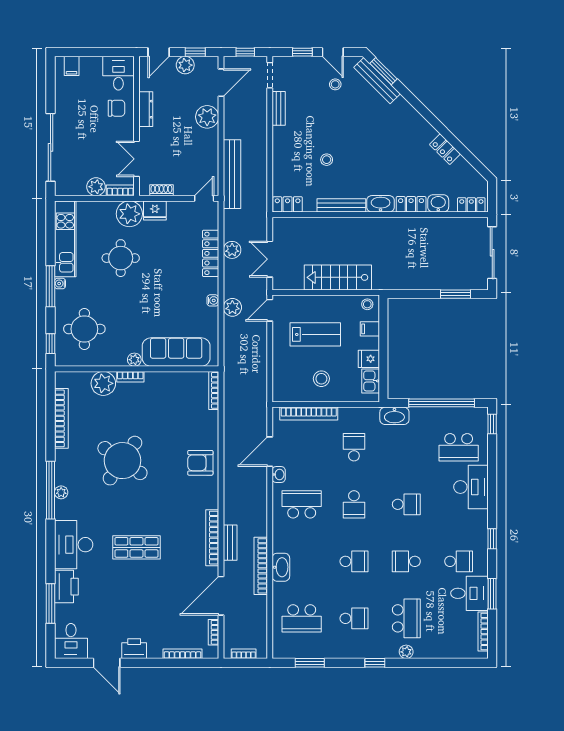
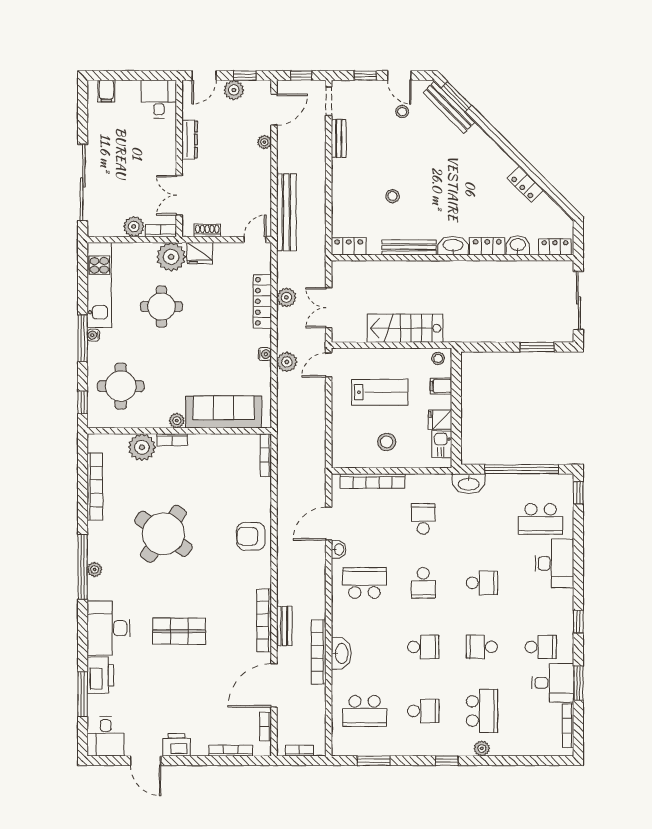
chair: (116, 108) -> (157, 138), removed
plant: (207, 117) -> (264, 142), width x0.53, depth x0.53

